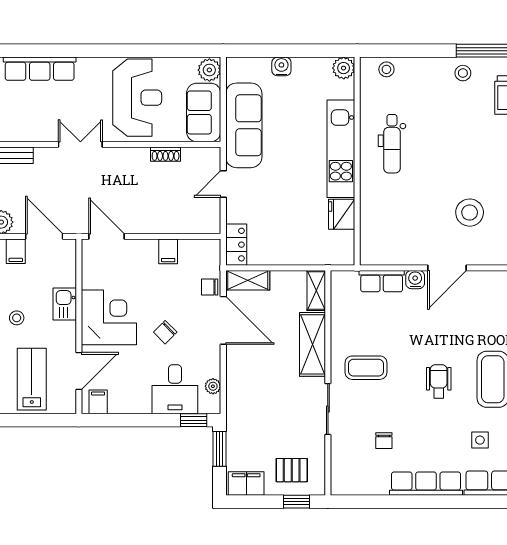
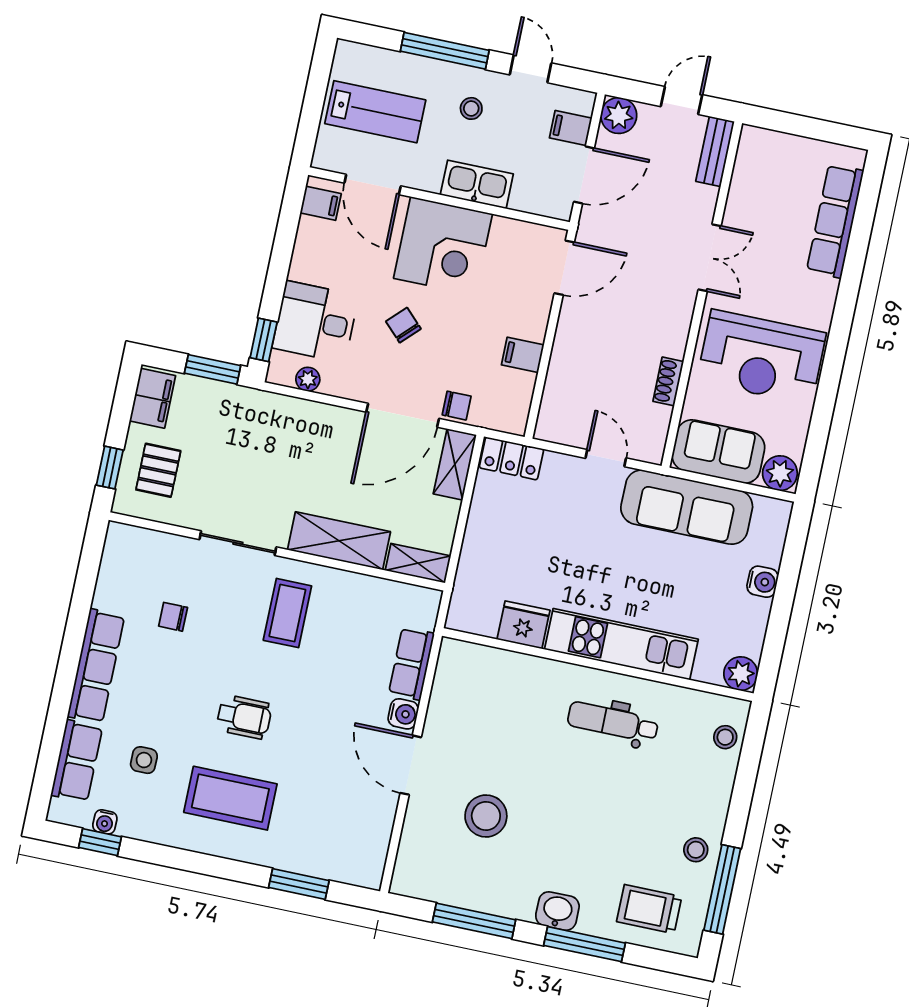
chair: (210, 287) -> (457, 406), turned 90
kitchen sink: (65, 304) -> (477, 184), width x1.38

